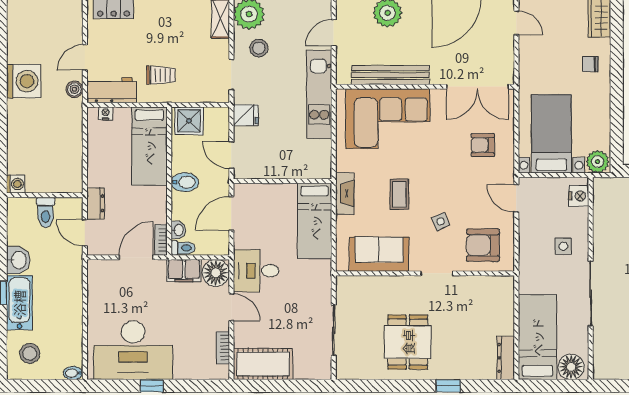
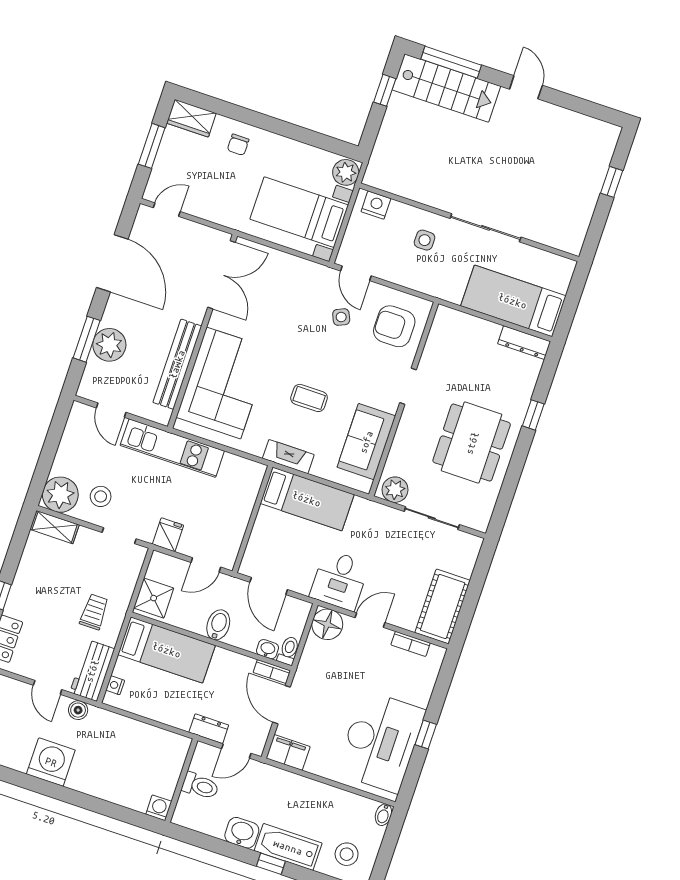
armchair: (483, 145) -> (286, 290), removed
door: (516, 198) -> (356, 273), hinge flipped
side table: (441, 221) -> (341, 317), moved
armchair: (483, 245) -> (394, 326), turned 90
filing cabinet: (184, 271) -> (288, 752), moved, turned -90
plant: (347, 292) -> (395, 490), added
dining table: (408, 342) -> (472, 443), width x1.38
floor lamp: (571, 367) -> (557, 275), removed

